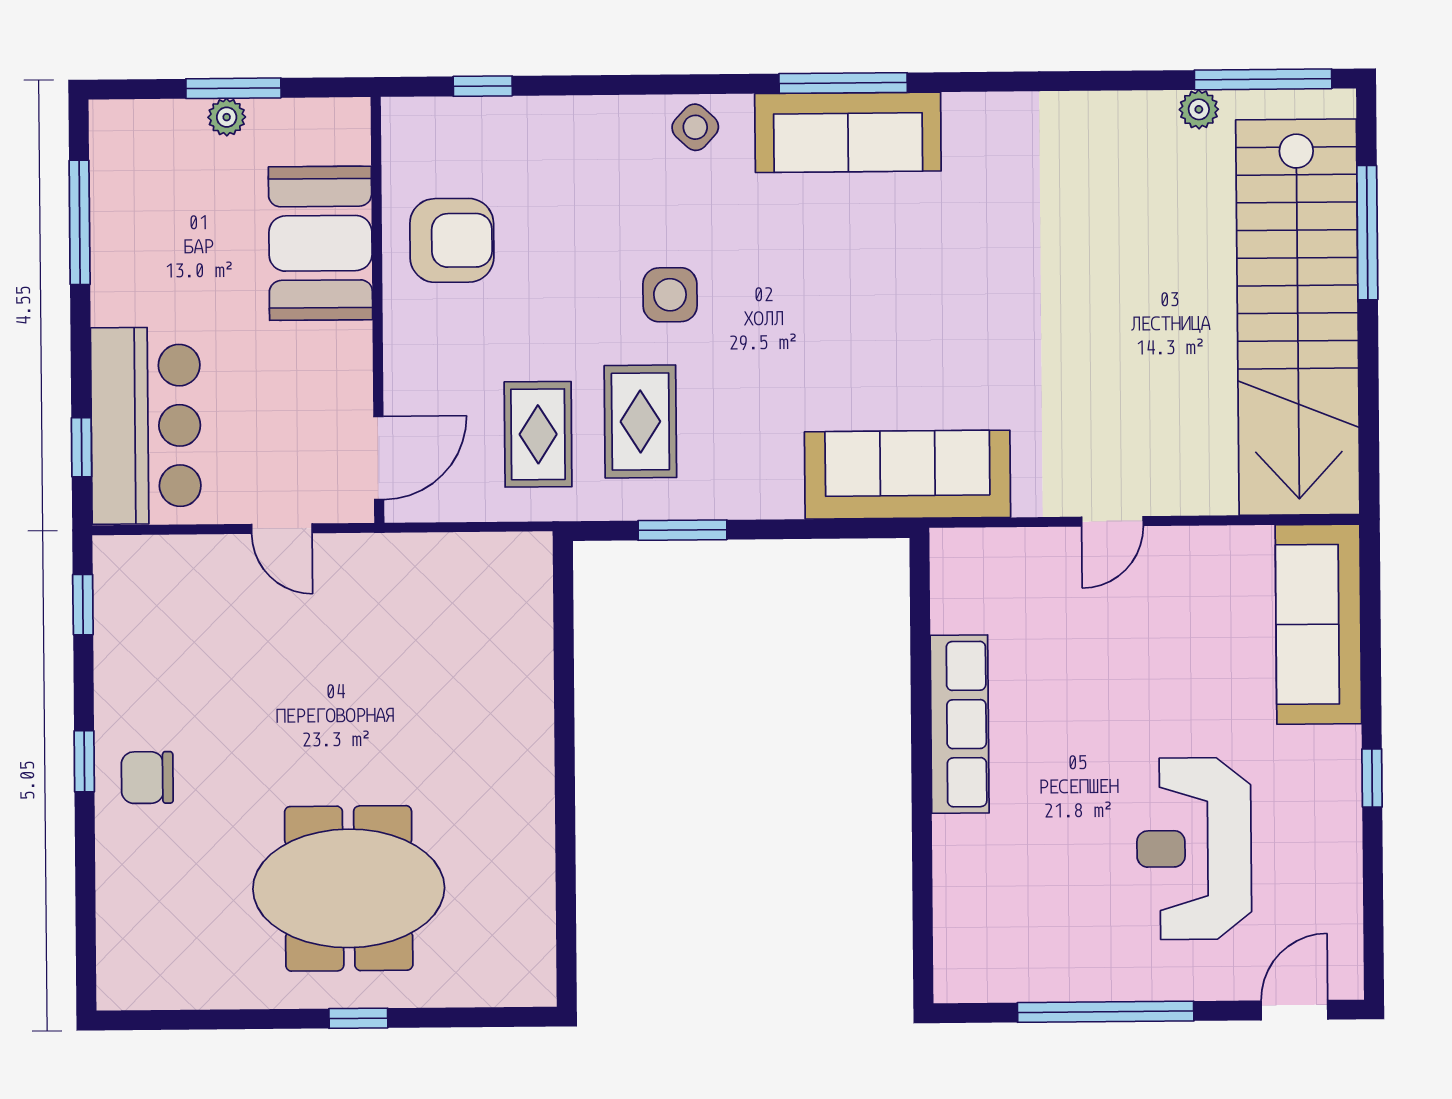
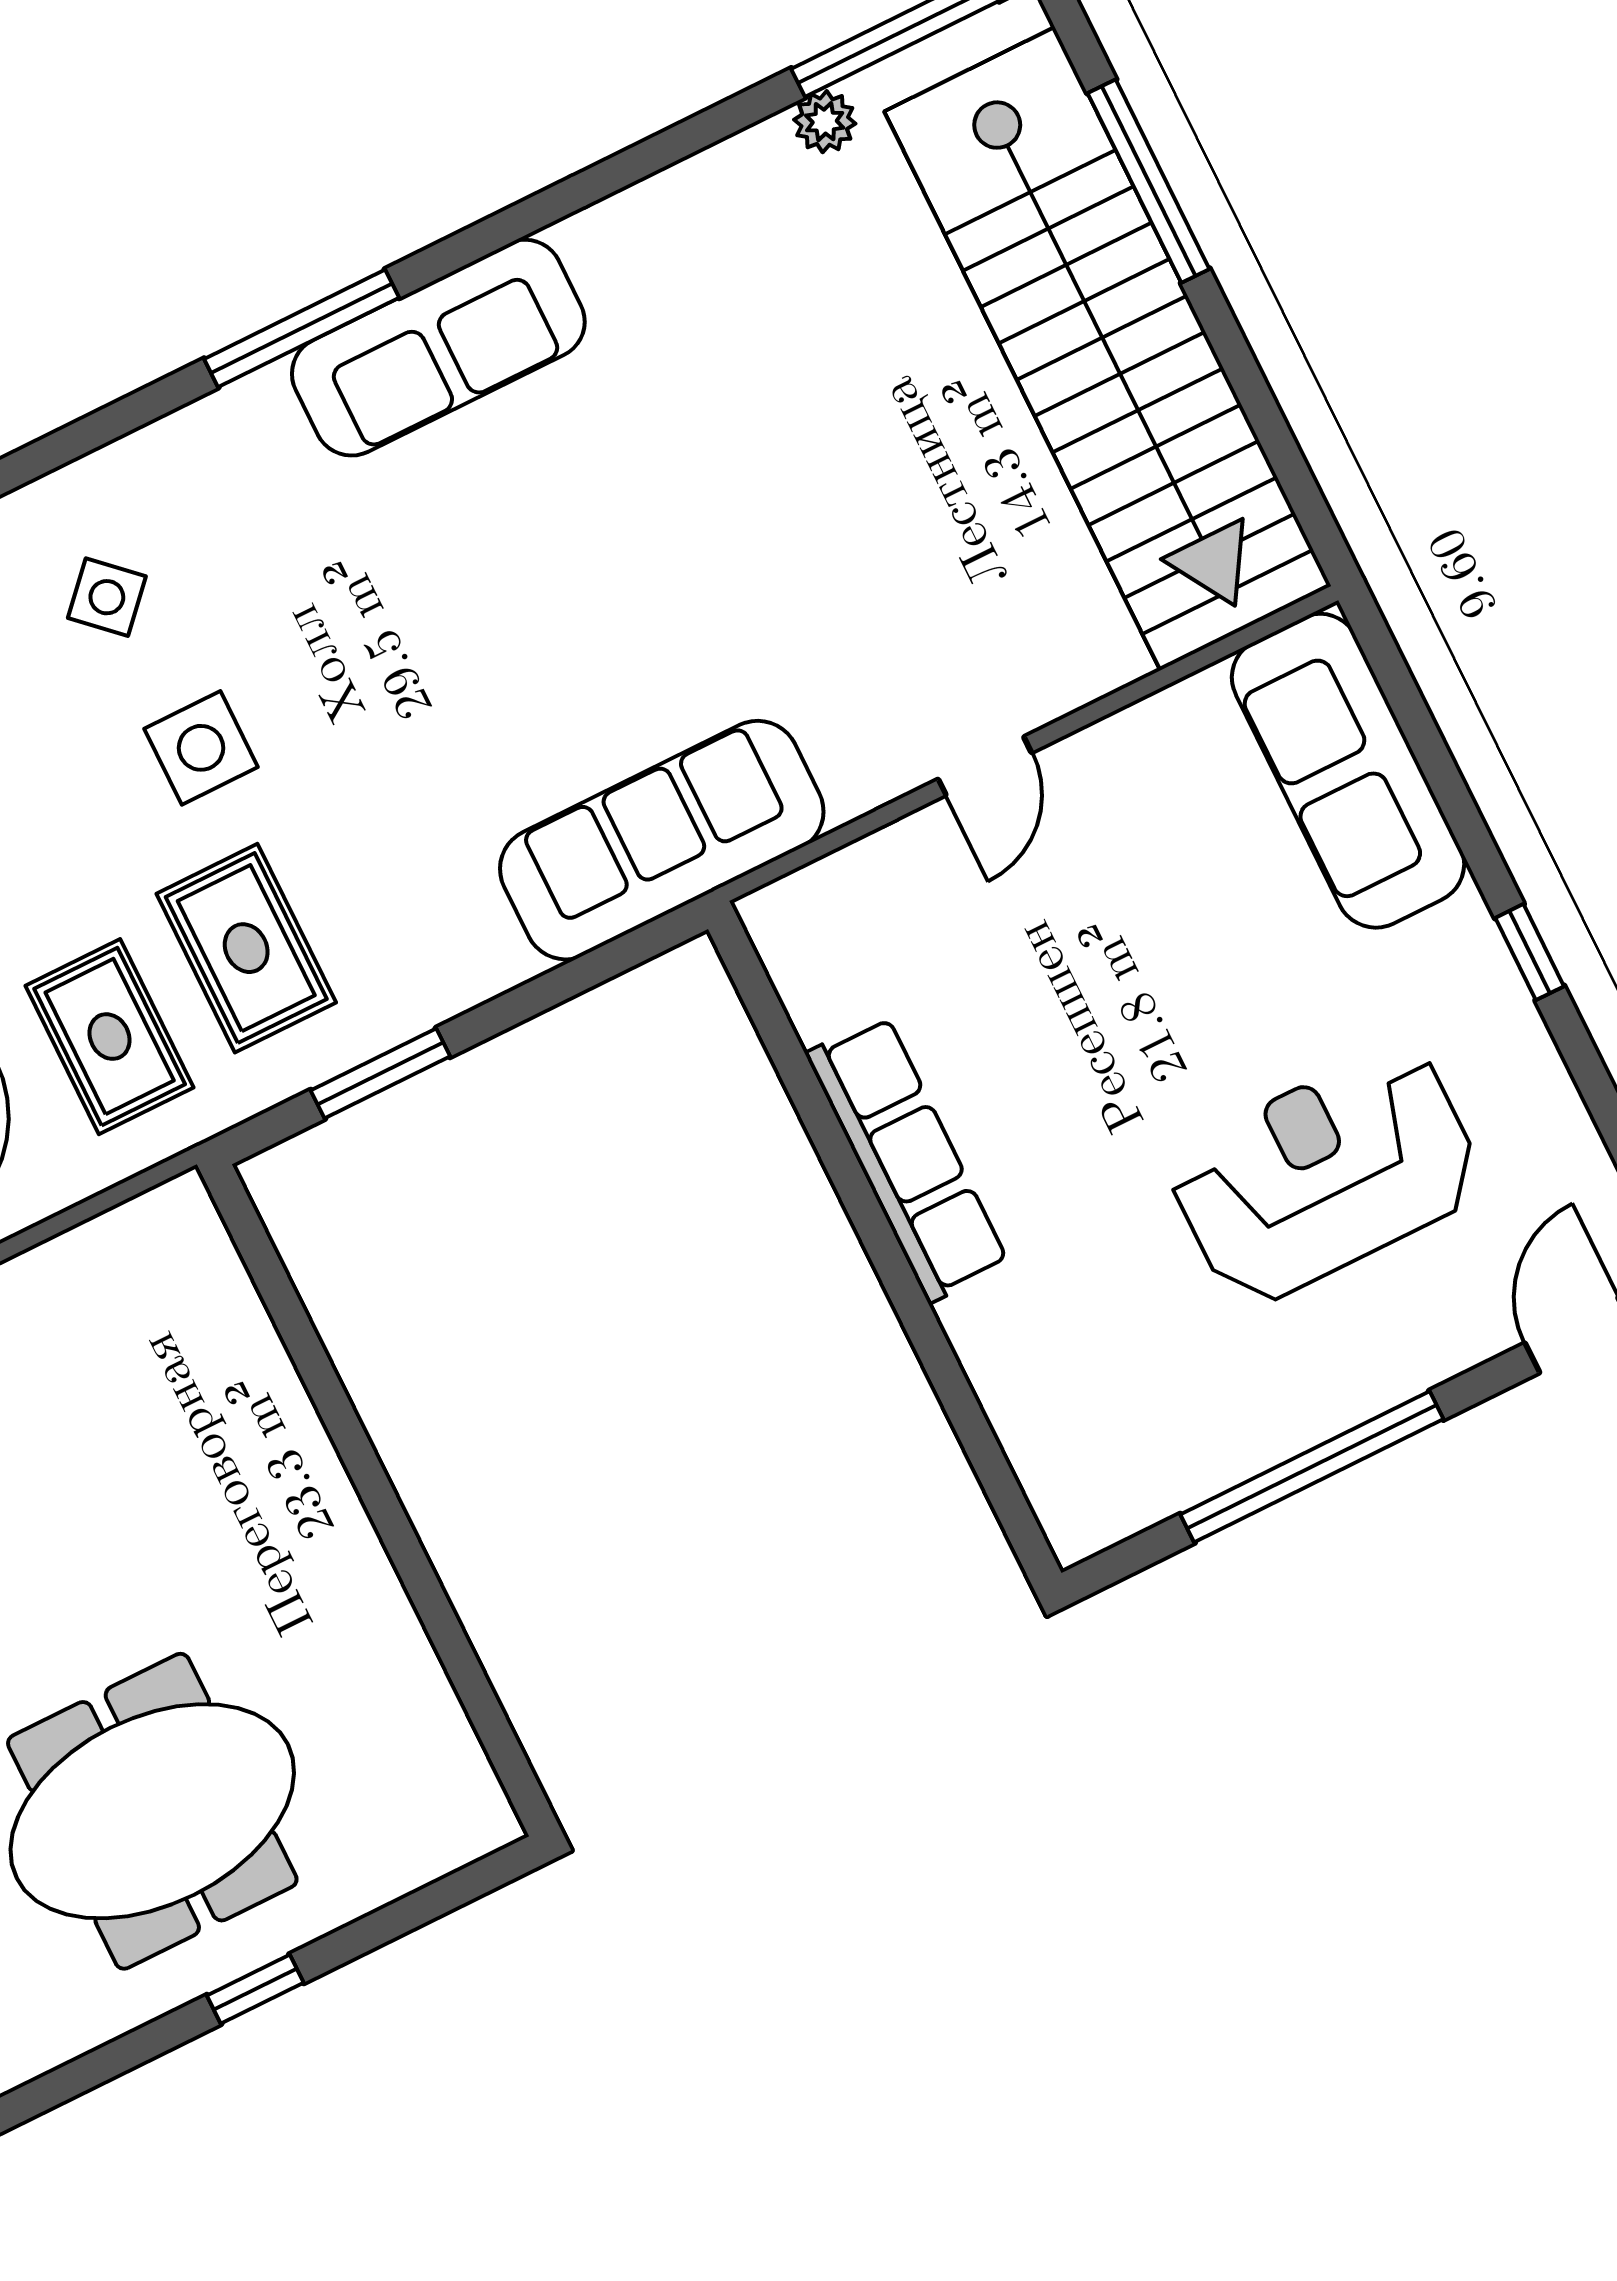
side table: (695, 127) -> (107, 597), moved
sofa: (848, 132) -> (438, 348), moved
reception desk: (1194, 849) -> (1325, 1175), turned 90

